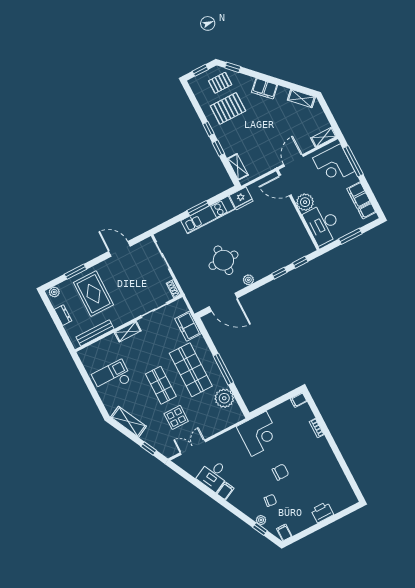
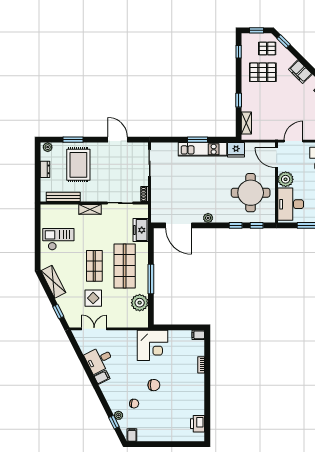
window: (208, 129) -> (239, 52), moved
round table: (223, 260) -> (251, 193), moved, width x1.36, depth x1.36
printer: (322, 512) -> (198, 424), moved, turned -90

